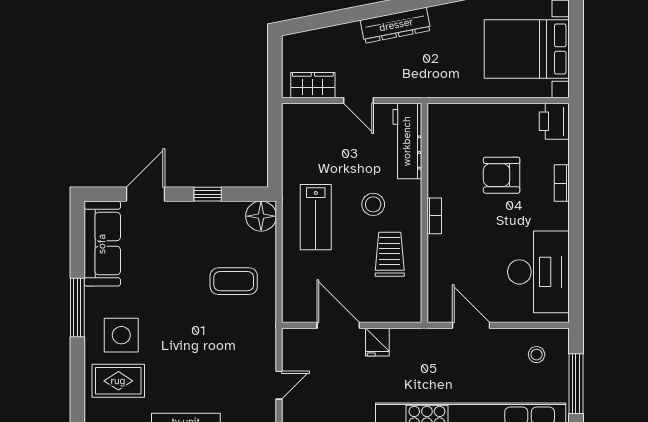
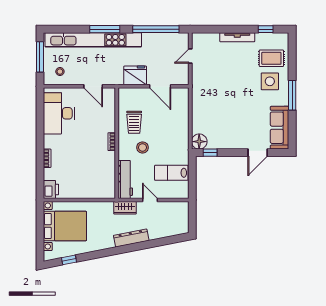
wardrobe: (313, 85) -> (125, 208), moved
armchair: (502, 175) -> (78, 162), removed
window: (208, 194) -> (210, 153), moved
lab bench: (316, 217) -> (171, 173), moved, turned -90
coffee table: (234, 281) -> (213, 109), removed
fridge: (377, 342) -> (135, 75), width x1.88, depth x1.34

